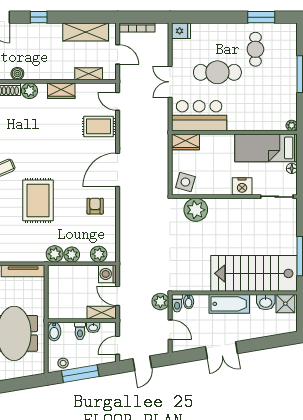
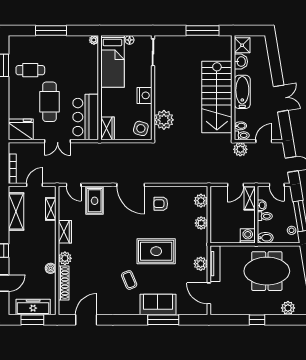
fridge: (181, 31) -> (21, 129), width x1.88, depth x1.34
door: (118, 101) -> (74, 185), hinge flipped
nightstand: (242, 186) -> (144, 95), moved
plant: (55, 254) -> (201, 264), moved
stairs: (254, 273) -> (217, 97), moved
washing machine: (107, 274) -> (248, 236), moved, turned 180

